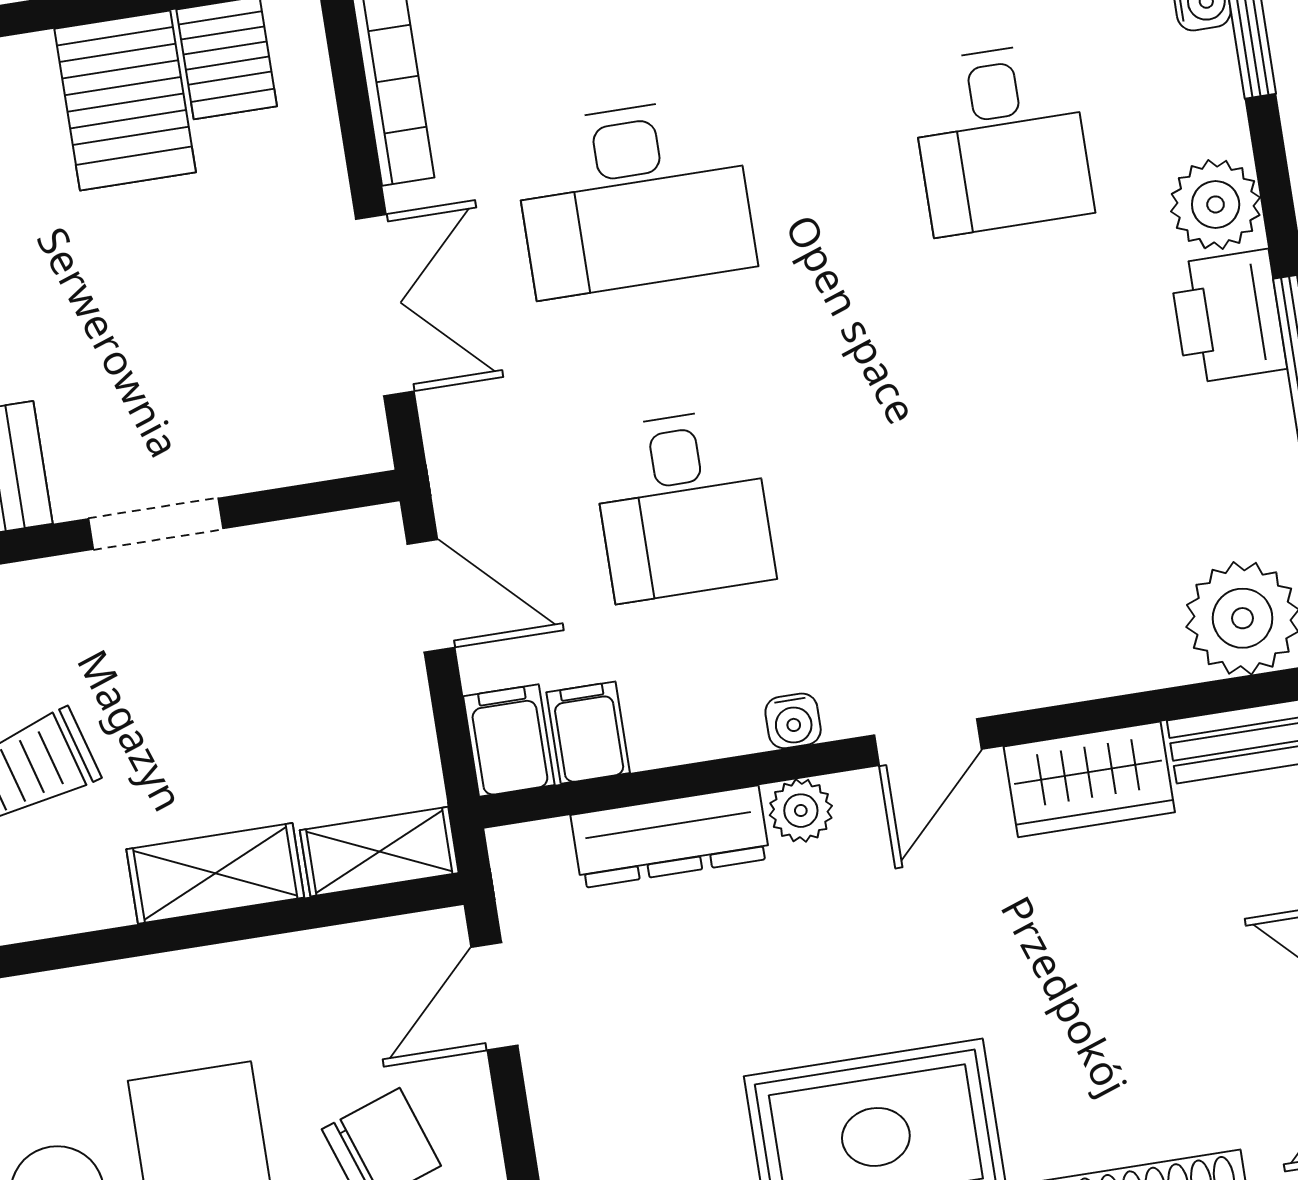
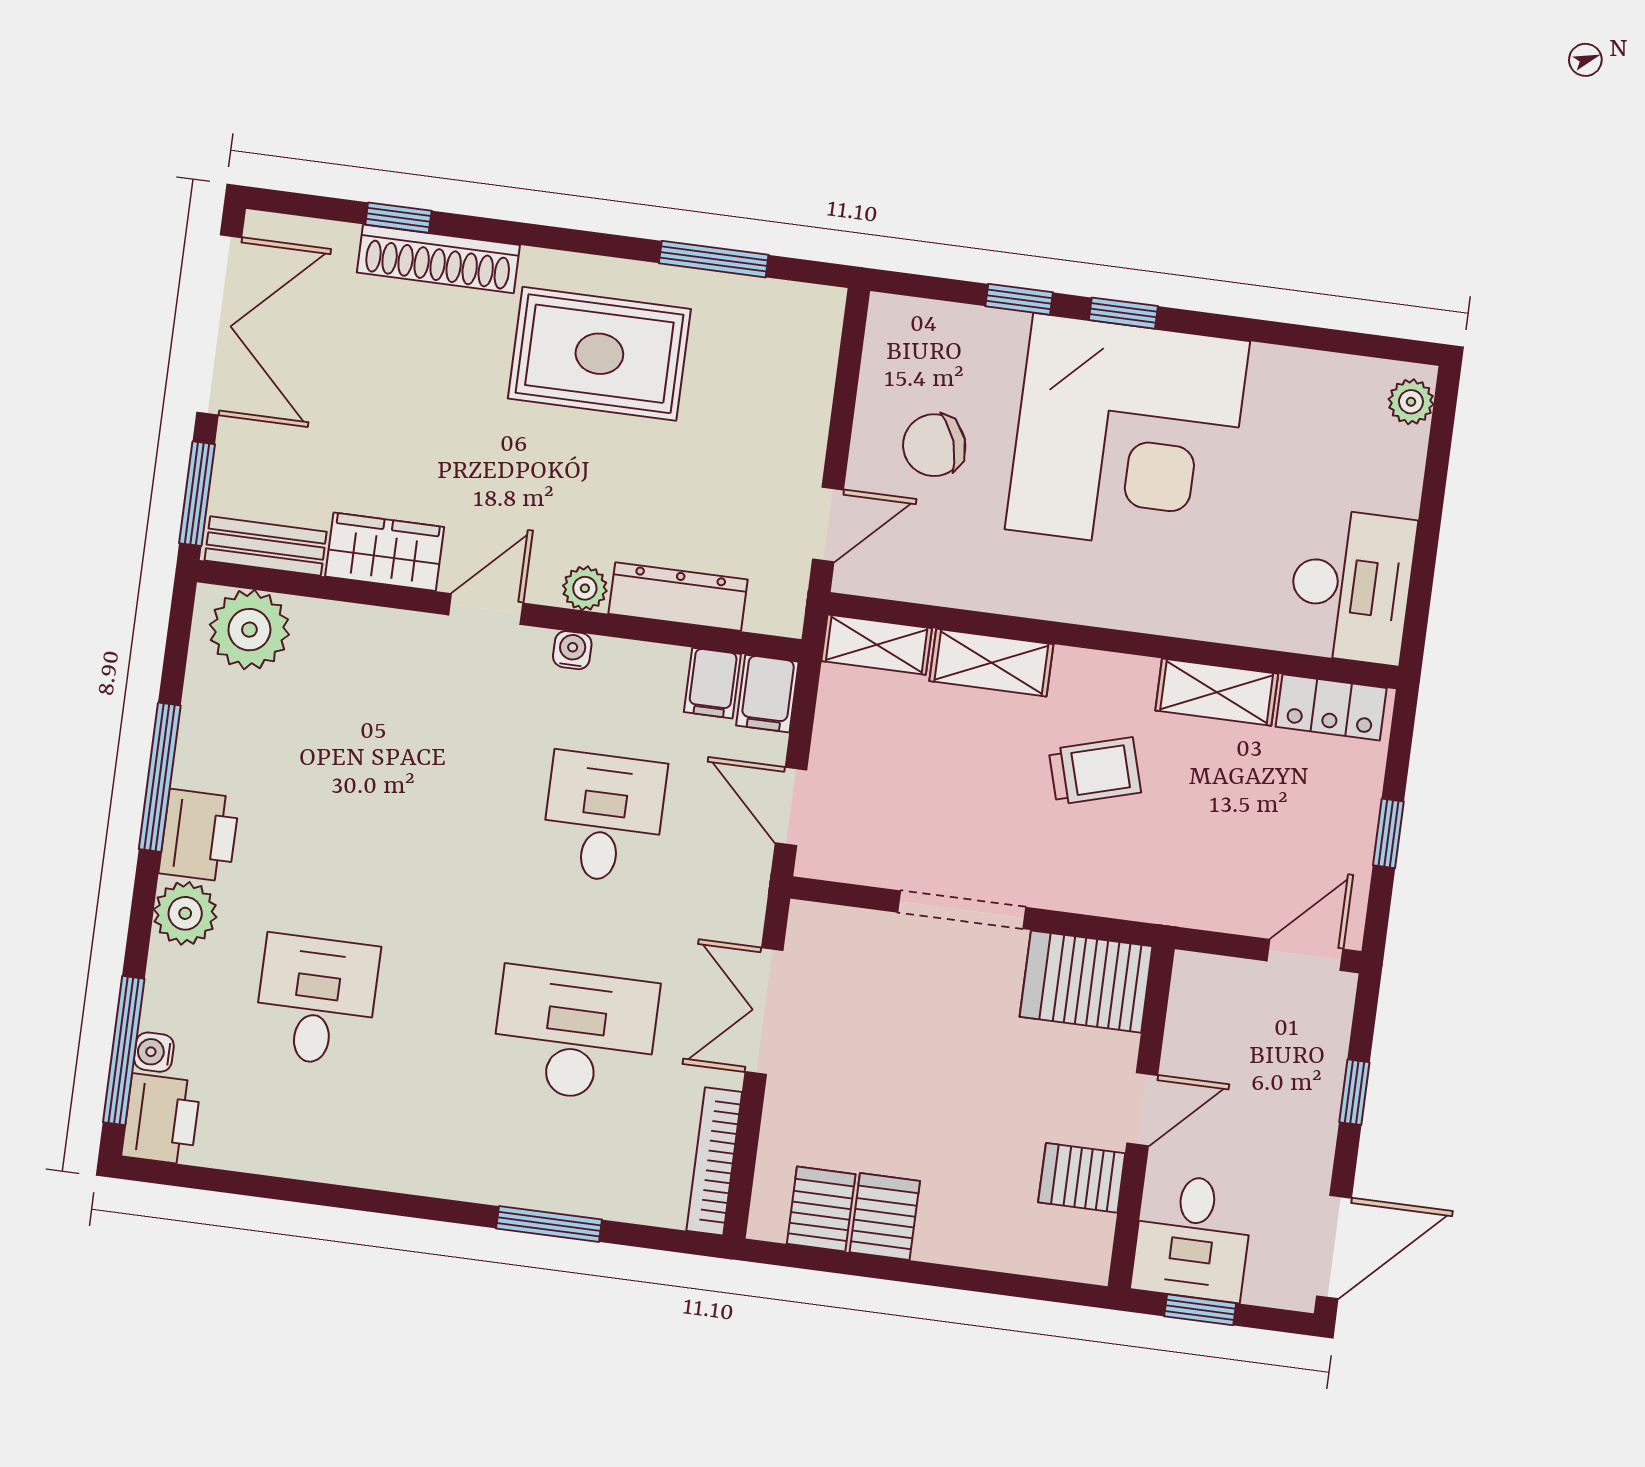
server rack: (125, 101) -> (885, 1217), width x0.73, depth x0.70
doorway: (156, 524) -> (962, 910), width x1.38

